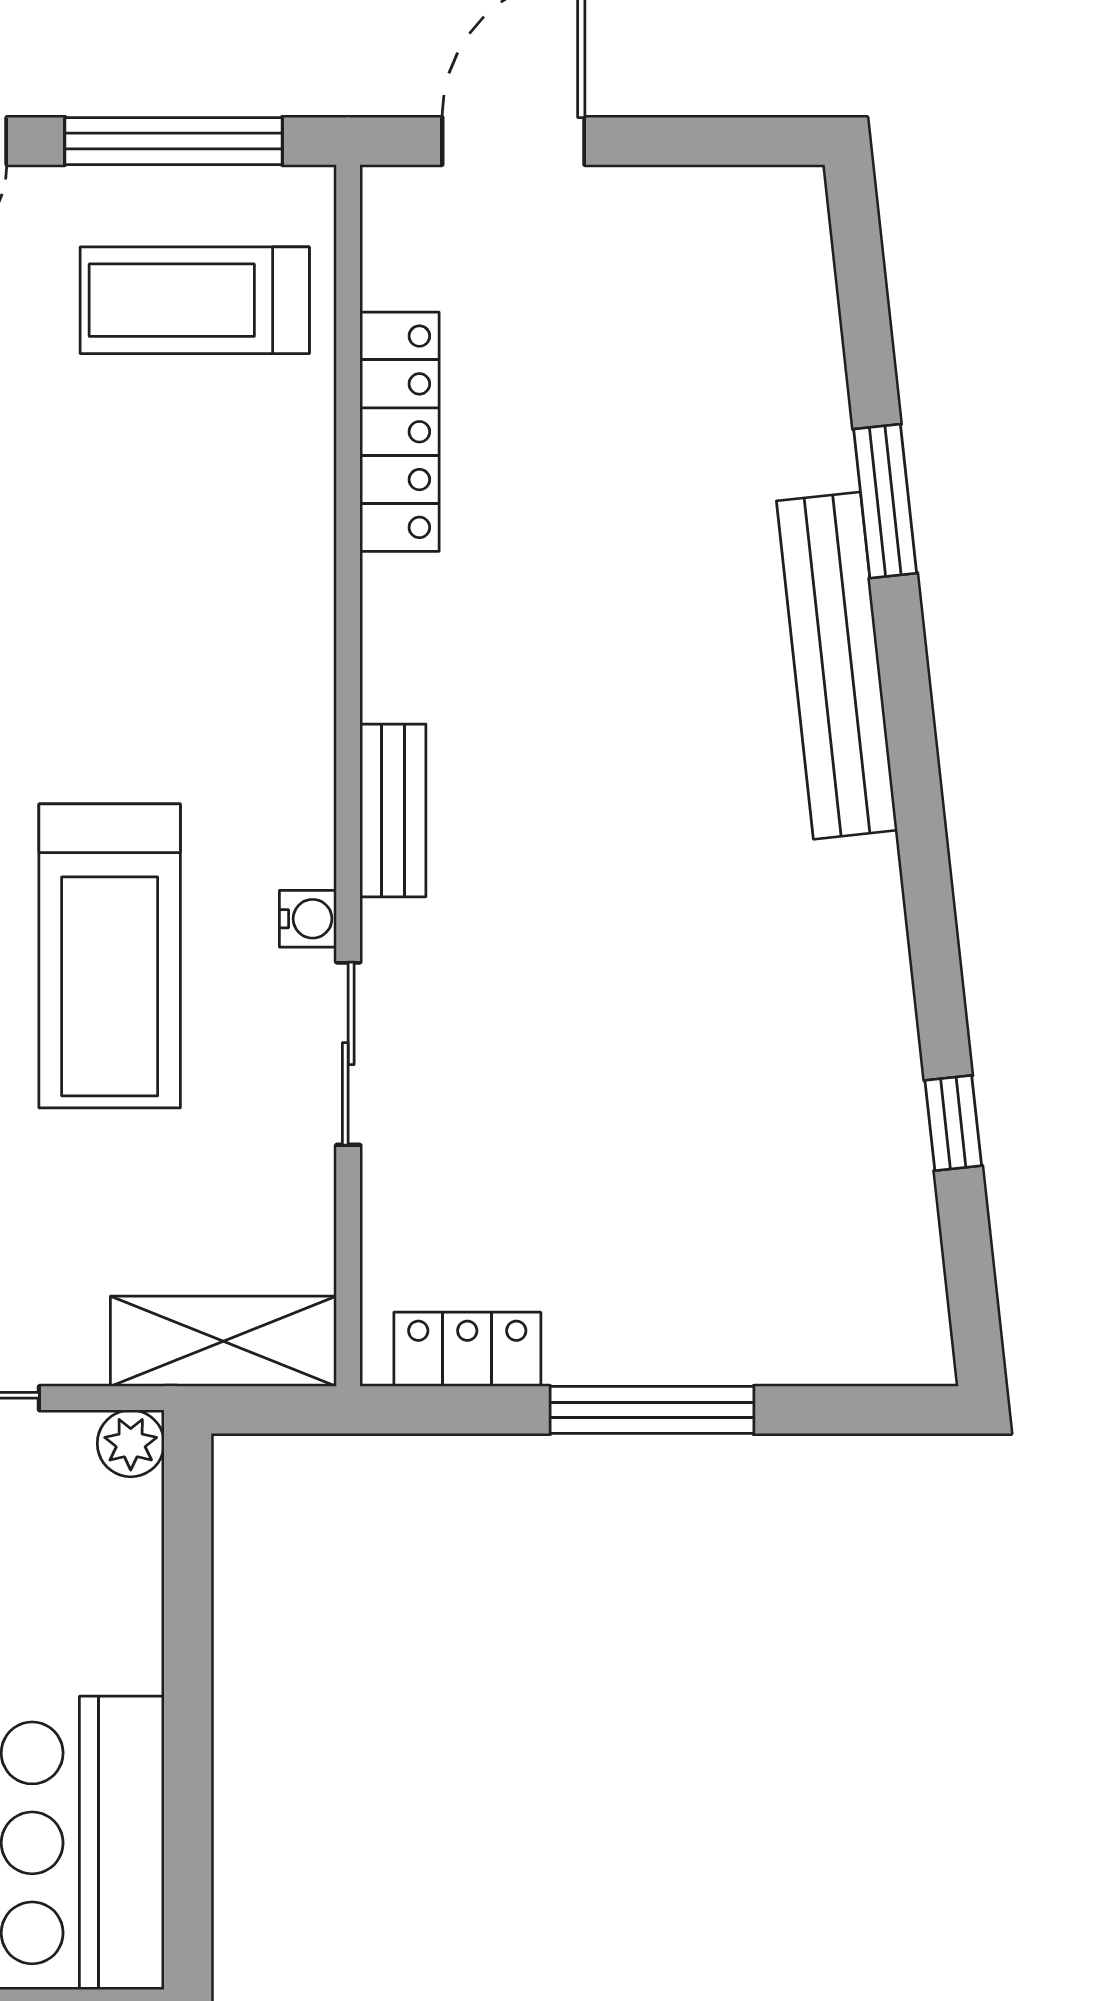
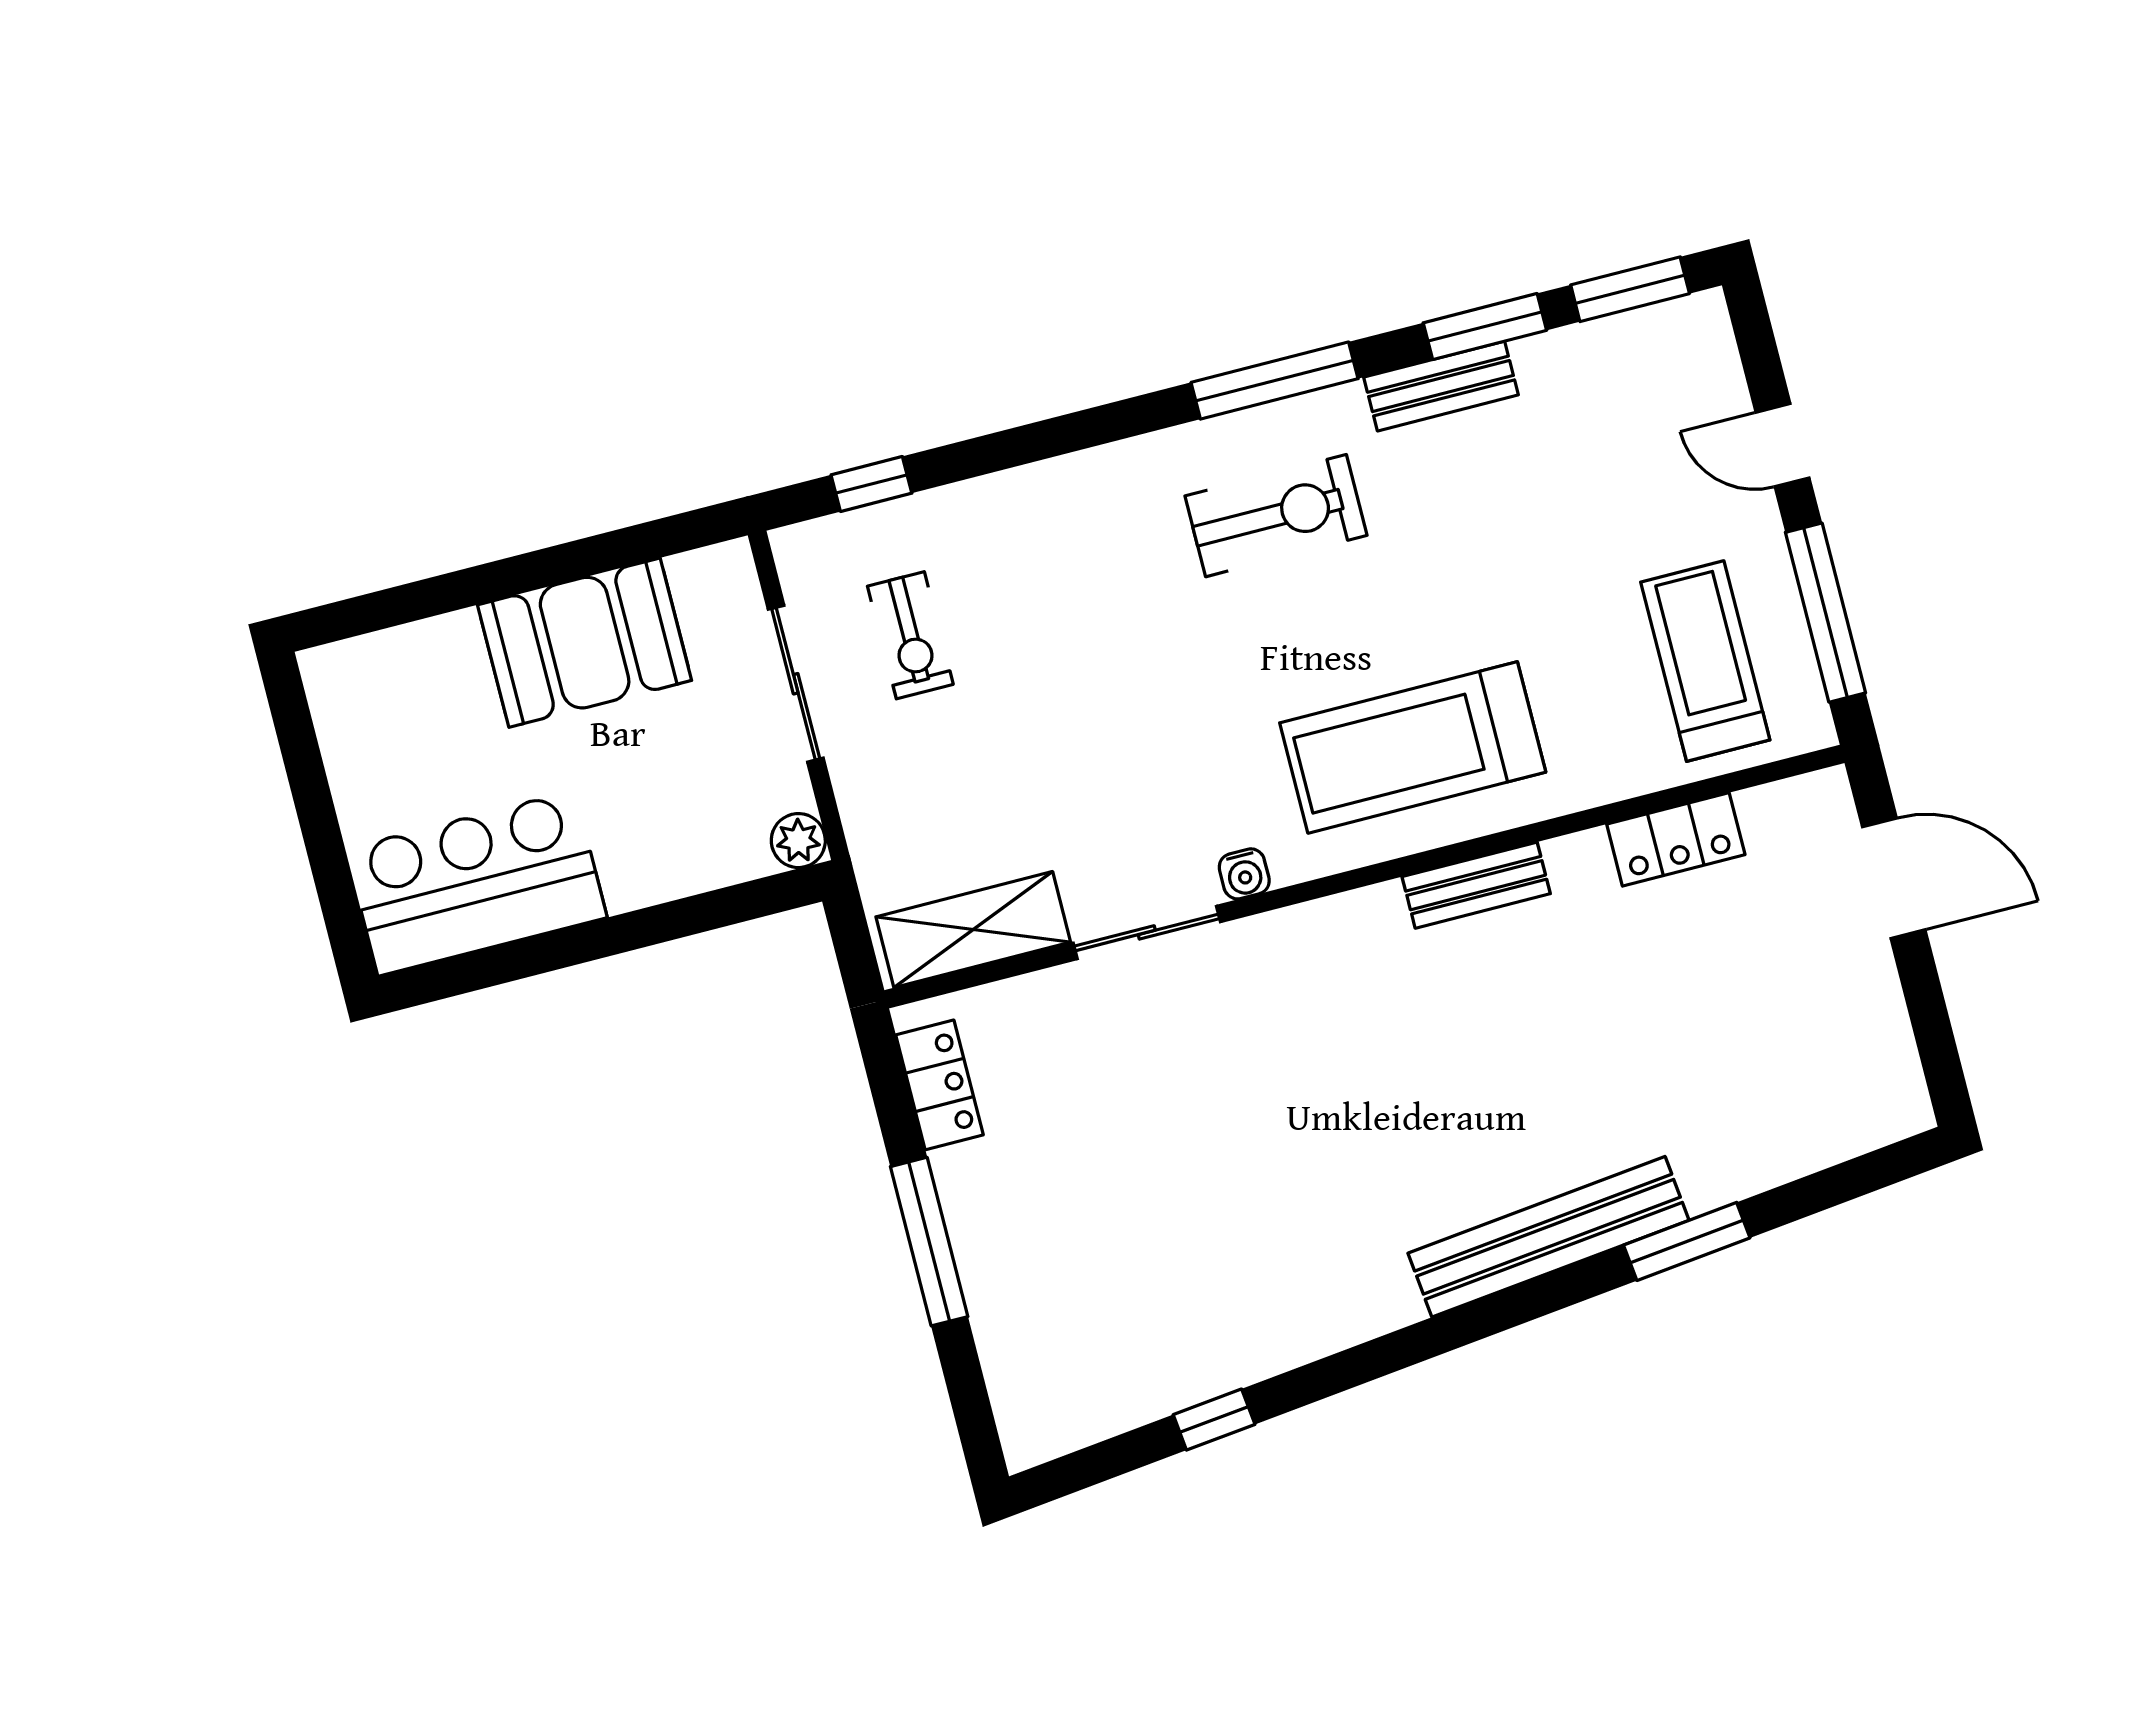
locker: (400, 432) -> (1676, 839), width x0.66
bench: (393, 810) -> (1476, 885), moved
treadmill: (110, 956) -> (1413, 747), moved
shelving: (223, 1341) -> (973, 930), moved, turned 90

